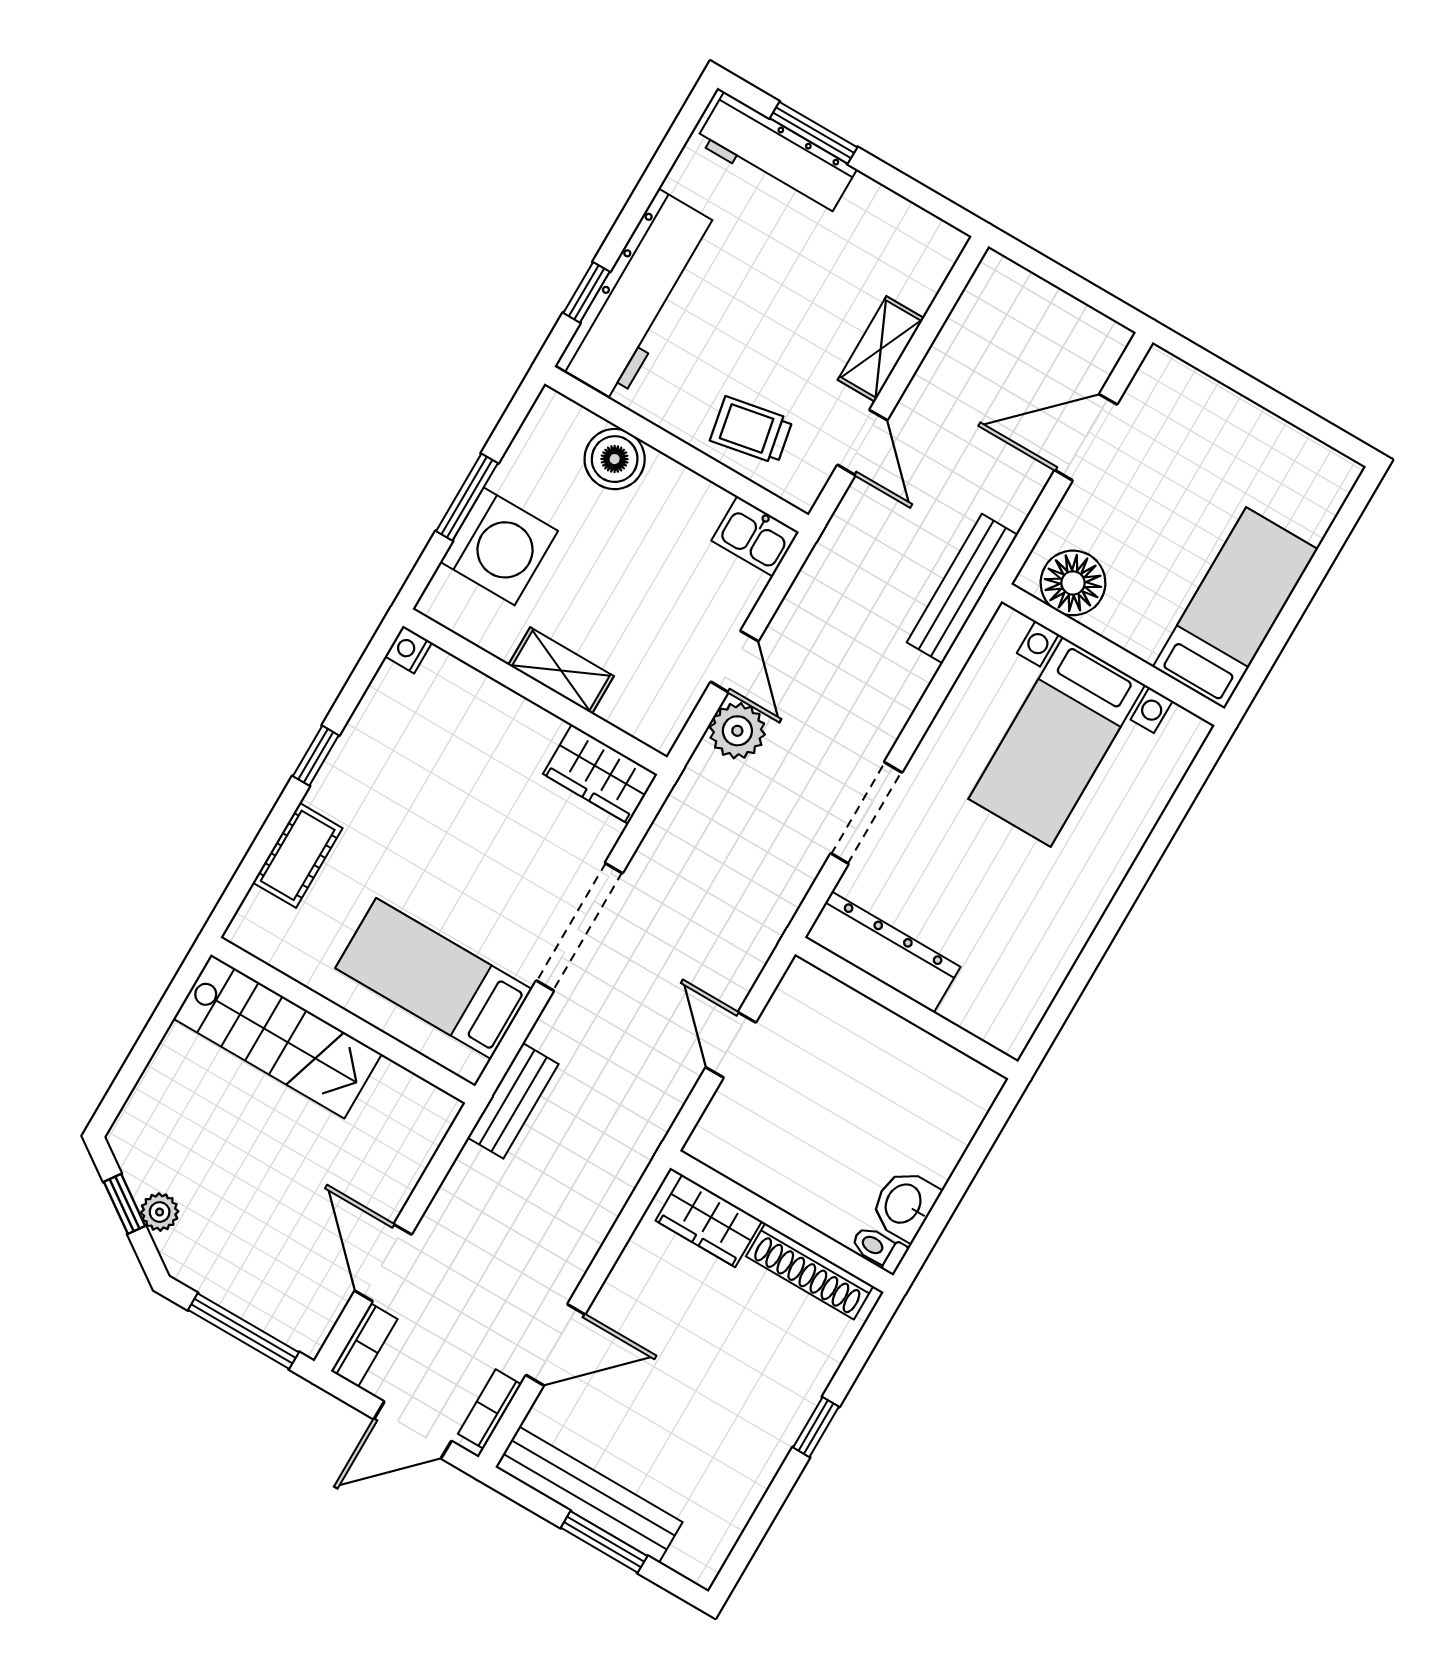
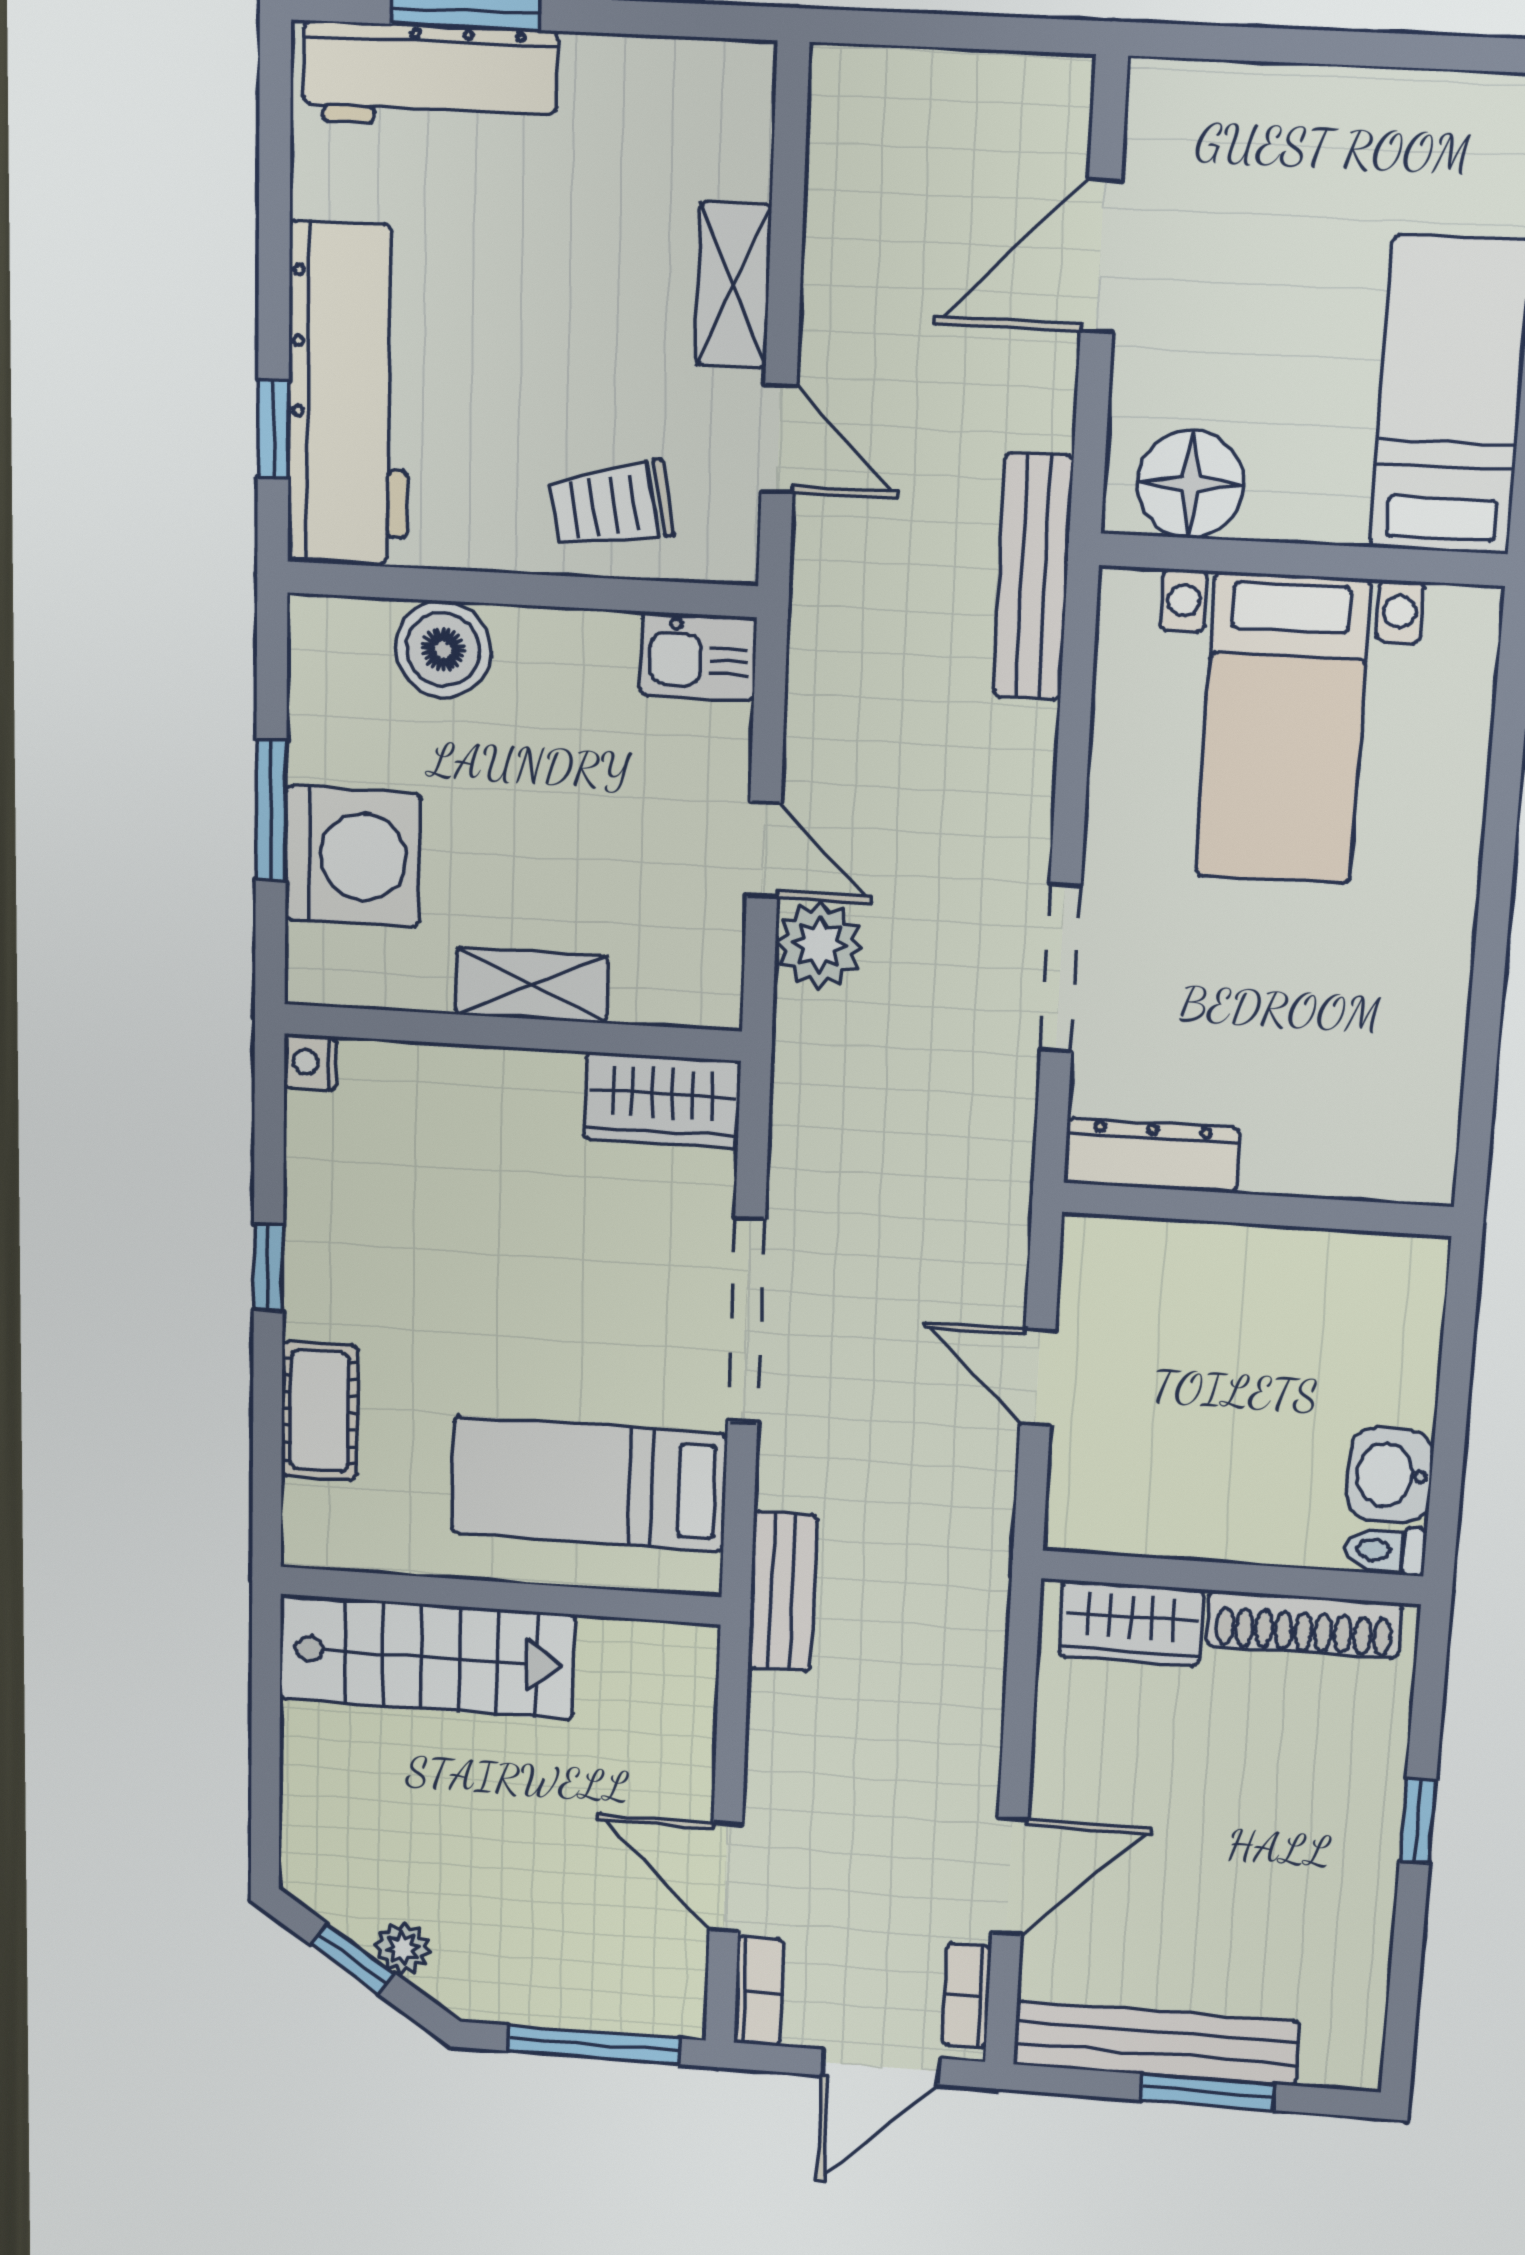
dresser: (883, 952) -> (1152, 1155), width x0.73, depth x0.80

